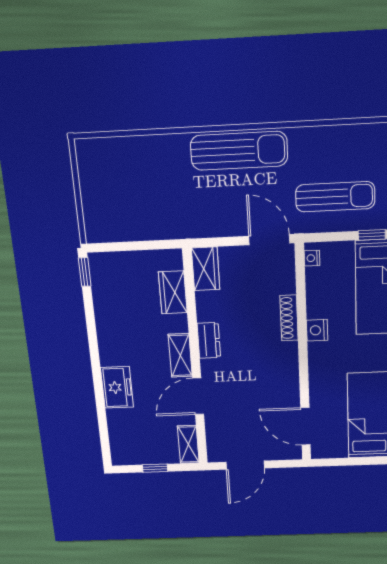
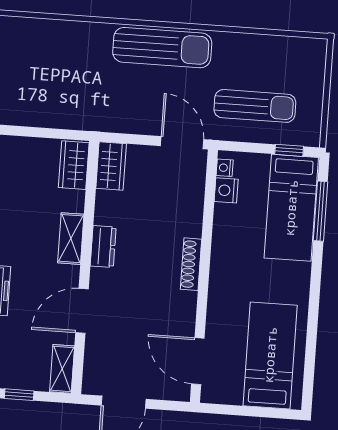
wardrobe: (173, 292) -> (74, 165), moved
shoe rack: (289, 318) -> (191, 264), moved
nightstand: (317, 330) -> (226, 190), moved
shelving: (180, 355) -> (71, 239), moved

